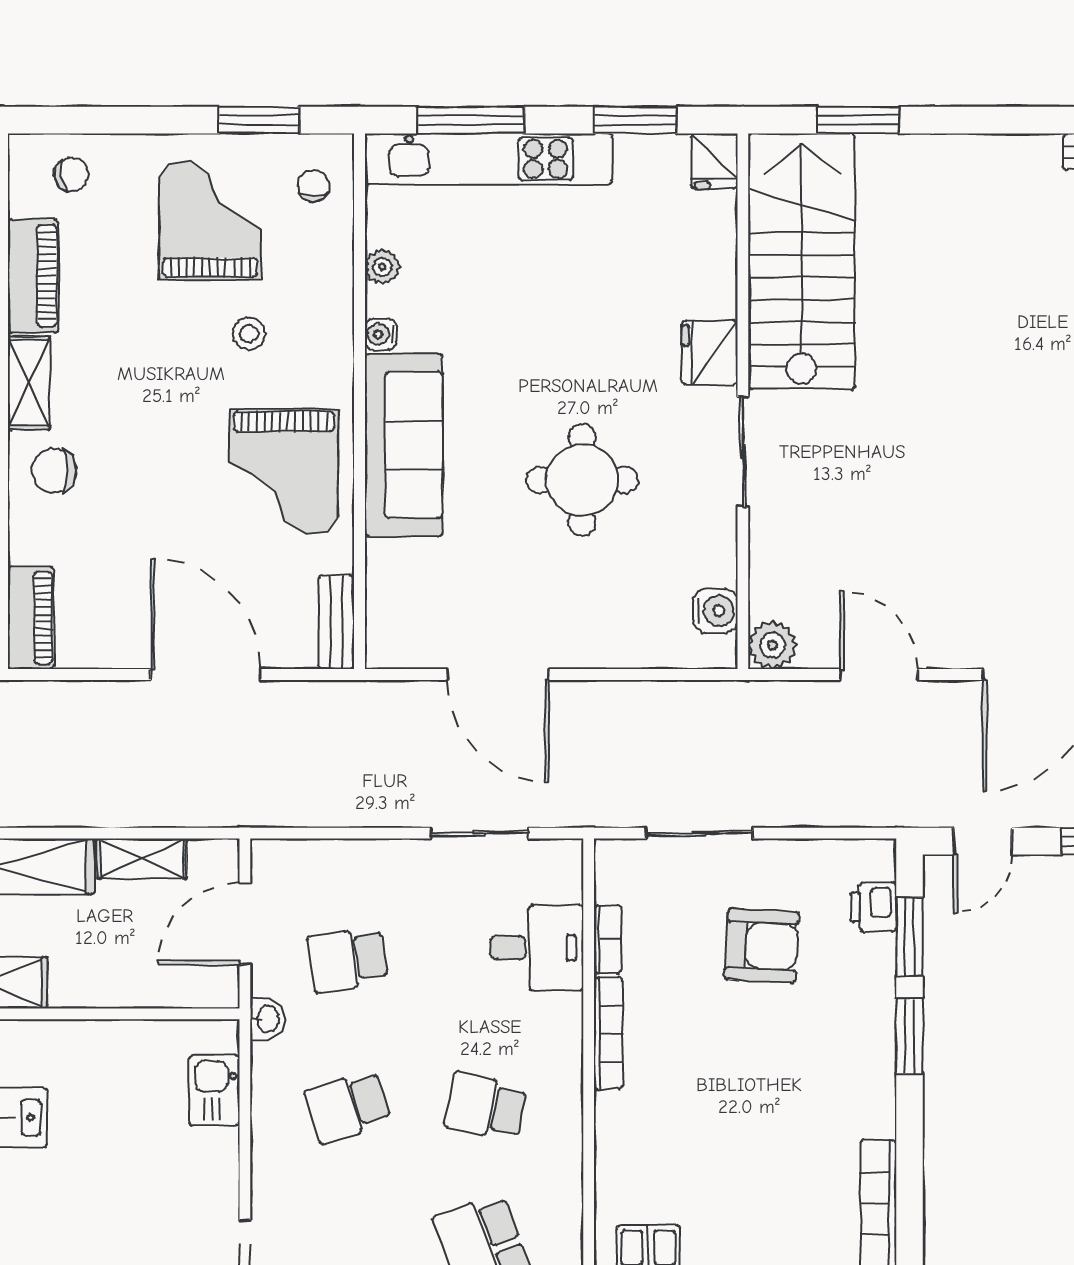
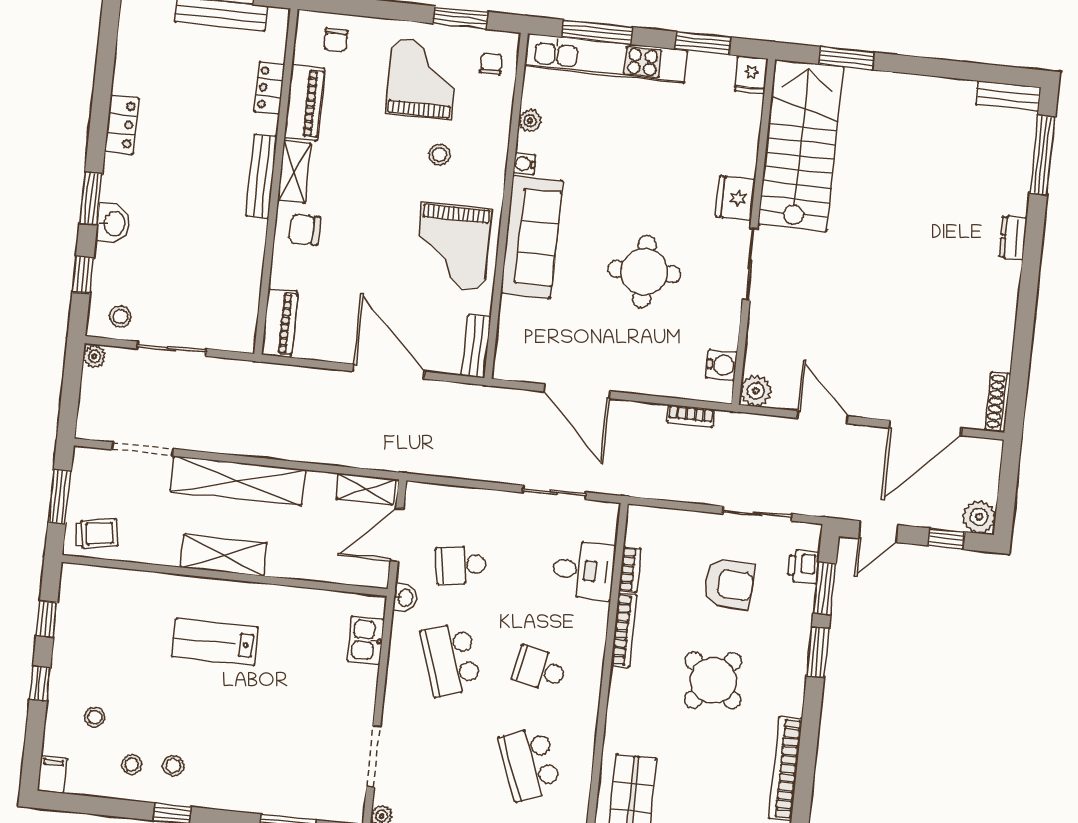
chair: (71, 174) -> (336, 40), turned 100
bookcase: (676, 694) -> (691, 416), added
sliding door: (699, 833) -> (757, 514), moved
shelving: (142, 858) -> (366, 489), moved
round table: (753, 1096) -> (713, 681), added
school desk: (348, 1106) -> (451, 660), width x1.85

